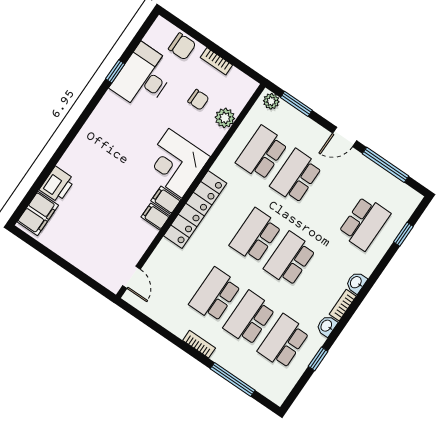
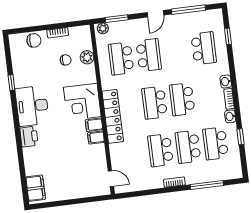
desk: (143, 77) -> (32, 106), moved
school desk: (296, 176) -> (149, 55), turned 180
printer: (57, 185) -> (29, 137), moved

